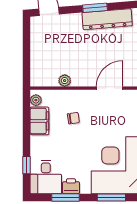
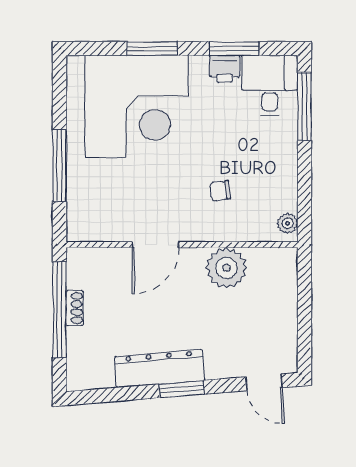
plant: (65, 81) -> (226, 268), width x1.88, depth x1.88
filing cabinet: (39, 121) -> (281, 186), removed
window: (26, 165) -> (304, 107), width x2.17

